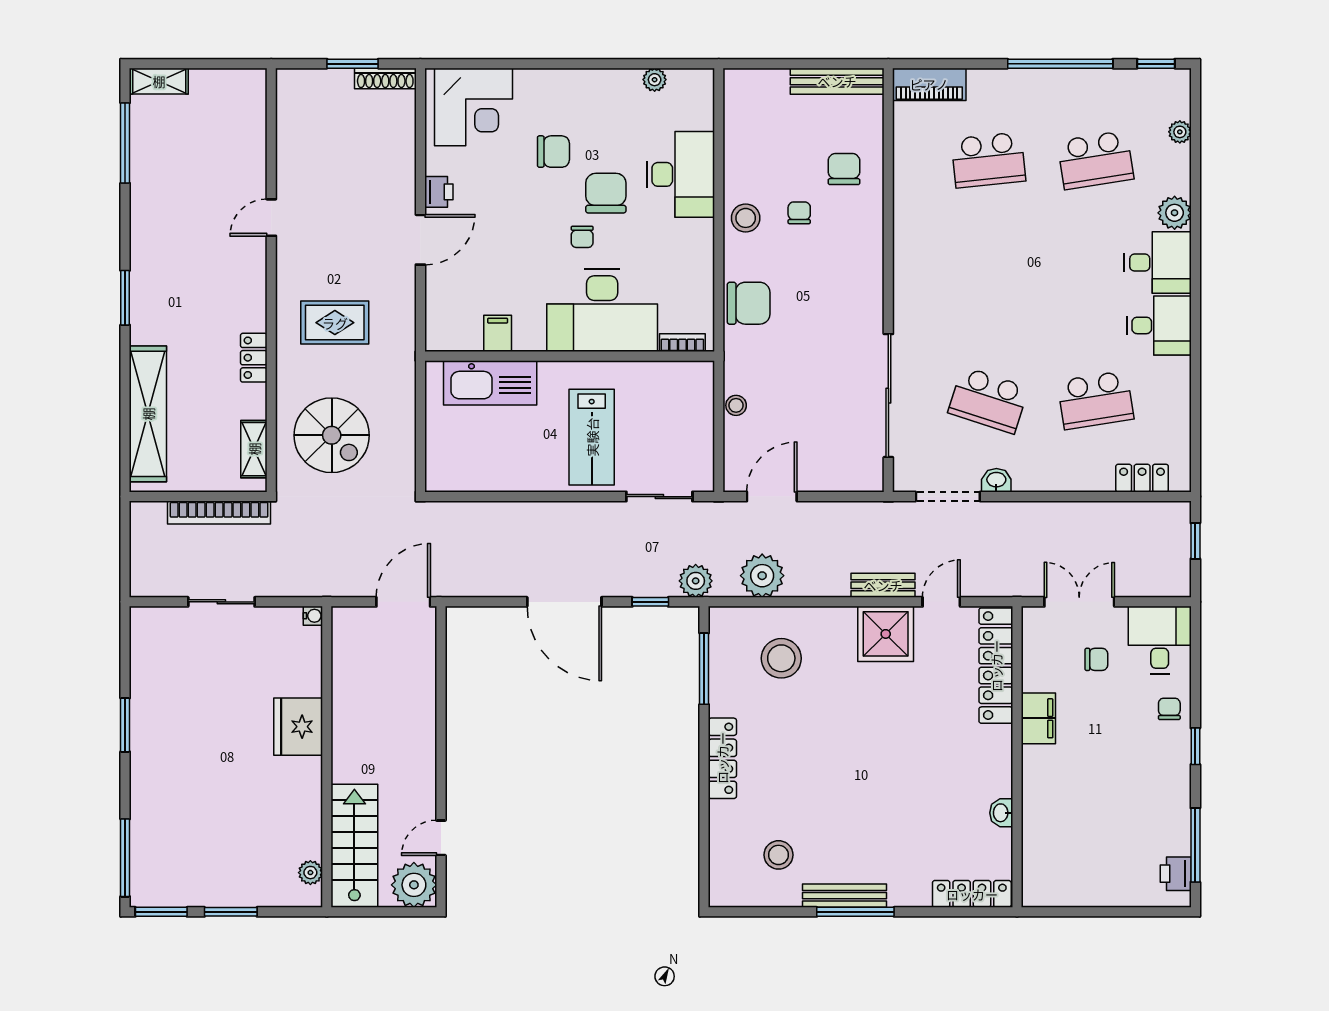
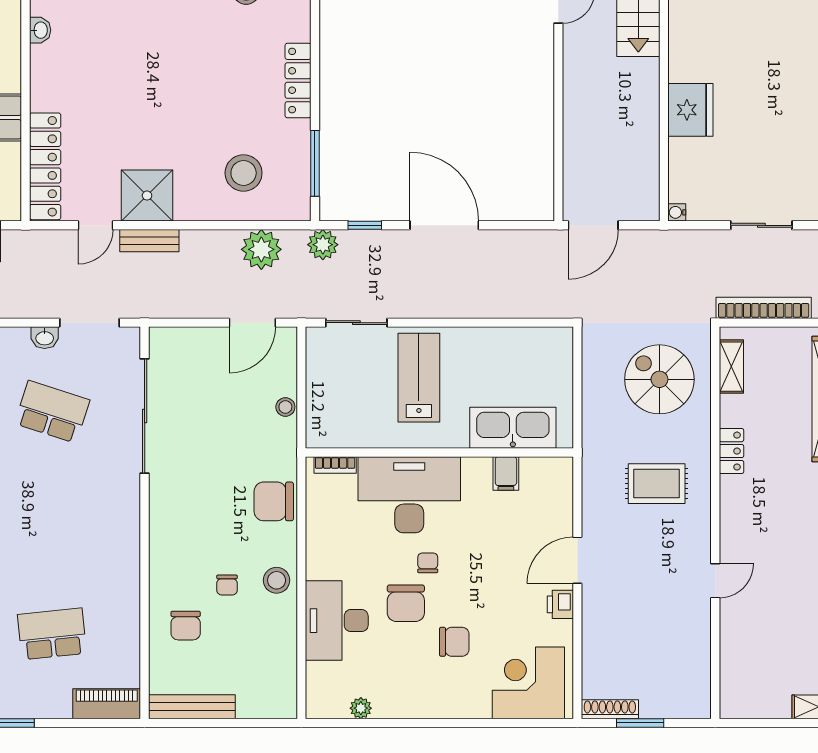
chair: (553, 152) -> (454, 642), turned 180

